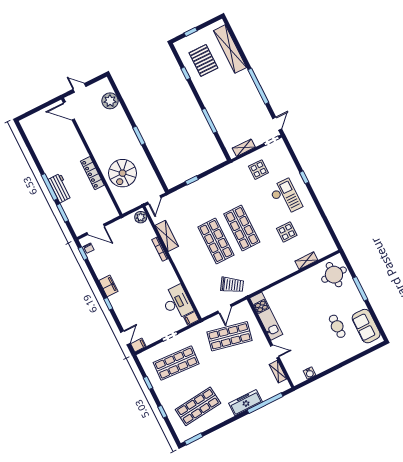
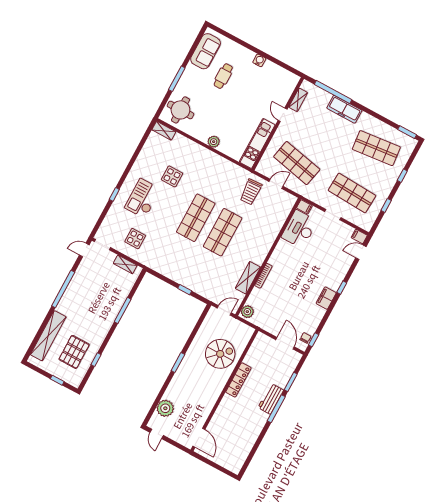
door: (79, 88) -> (157, 434), moved
shelving: (306, 261) -> (164, 131), moved
plant: (291, 283) -> (214, 142), added
trolley: (232, 285) -> (251, 192), turned -126
water cooler: (310, 373) -> (259, 60), moved

